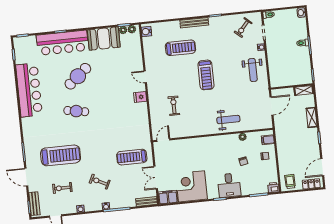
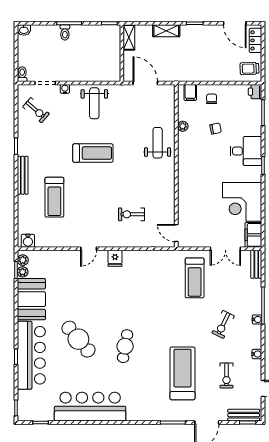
treadmill: (180, 48) -> (54, 197), turned 180
weight bench: (253, 70) -> (94, 103), turned 90
treadmill: (206, 75) -> (93, 153), moved

